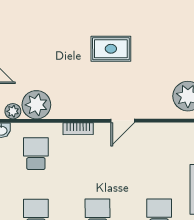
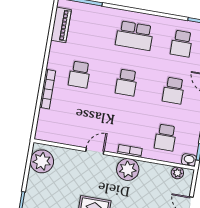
plant: (36, 105) -> (128, 169), moved

